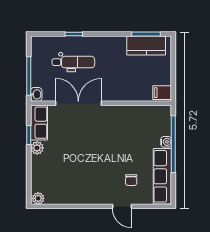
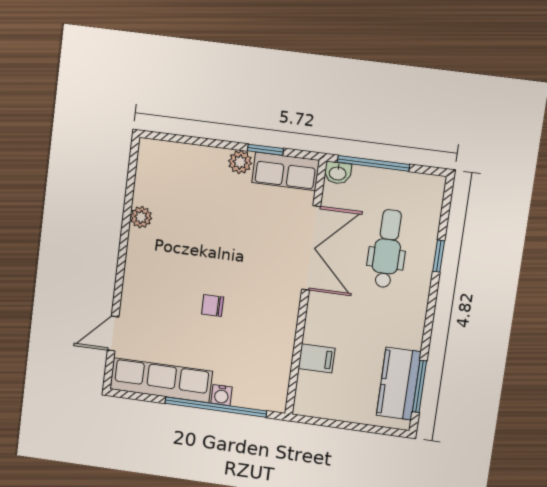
dental chair: (73, 62) -> (387, 249), turned 180
filing cabinet: (162, 93) -> (317, 358), moved, turned 90
chair: (131, 180) -> (213, 306), moved
plant: (38, 198) -> (141, 217), moved
door: (122, 206) -> (113, 334), moved

